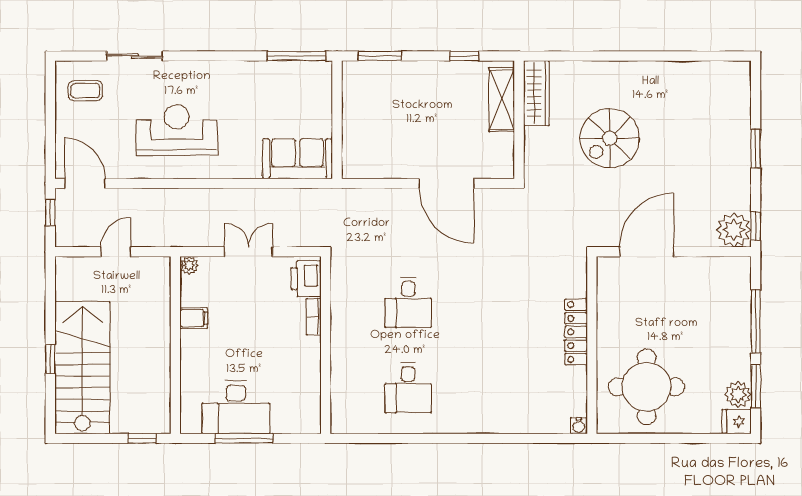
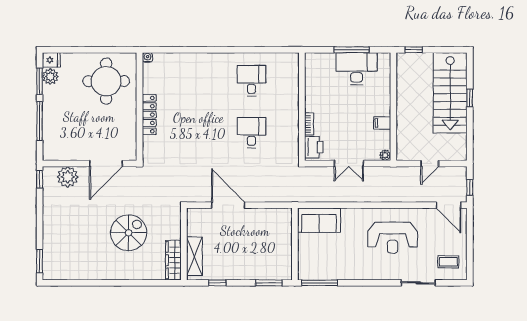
window: (756, 149) -> (40, 261), moved
plant: (734, 230) -> (68, 177), moved

